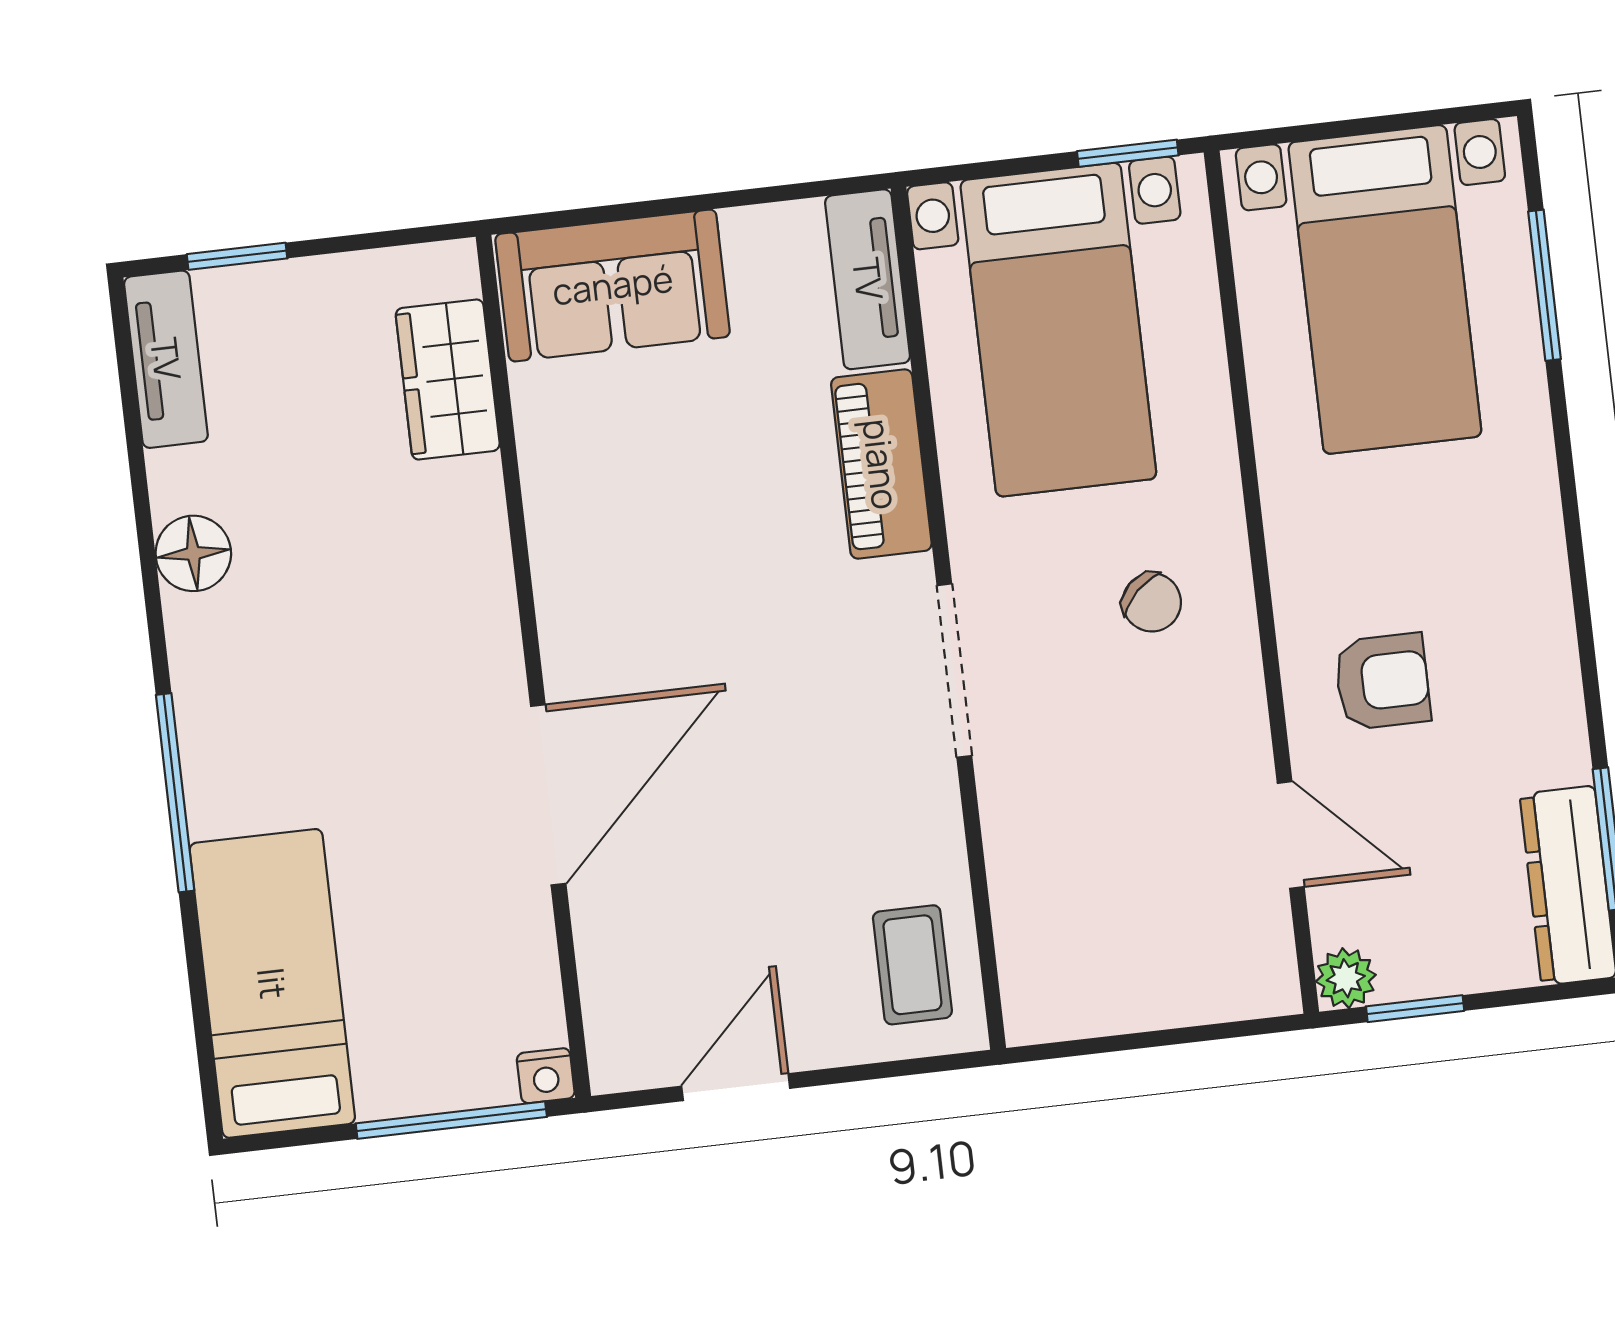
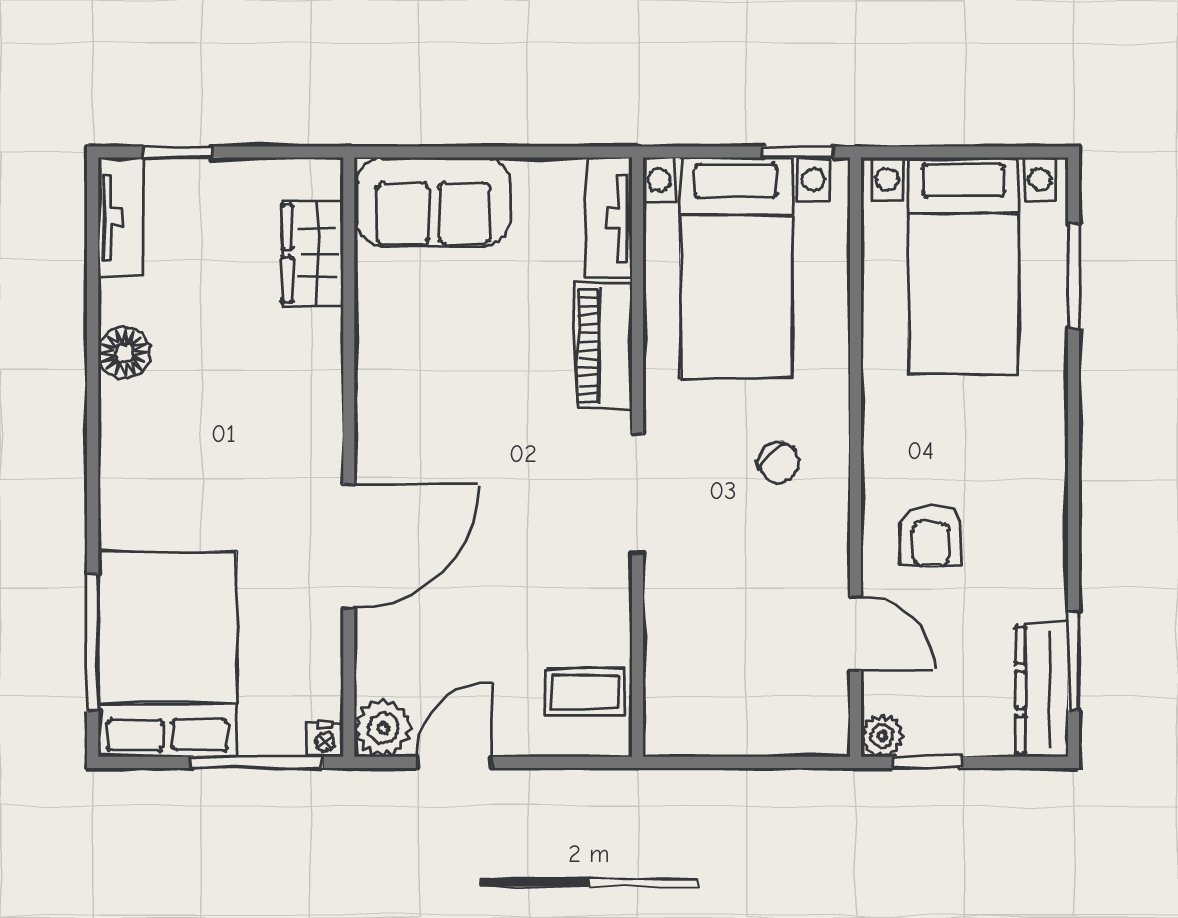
armchair: (1382, 681) -> (931, 535), turned 90
window: (175, 793) -> (93, 642), moved
coffee table: (912, 965) -> (585, 692), turned 90
bed: (272, 983) -> (167, 654), width x1.50
plant: (628, 1050) -> (383, 728), added

